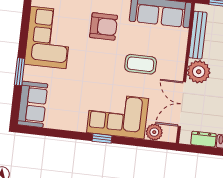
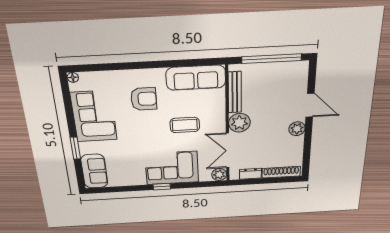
plant: (154, 132) -> (219, 175), moved

